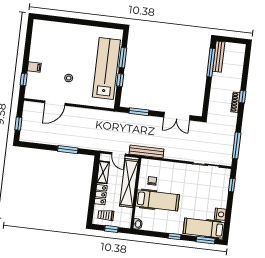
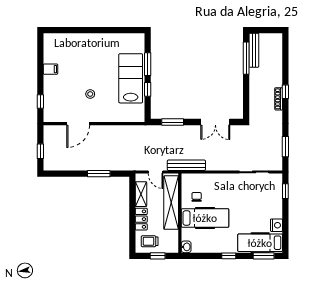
filing cabinet: (34, 67) -> (51, 69), moved
lab bench: (106, 68) -> (131, 78), width x0.73
window: (237, 145) -> (285, 147), width x0.69

